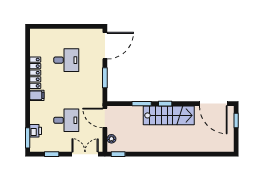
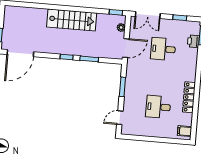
door: (105, 46) -> (120, 118), width x0.53
filing cabinet: (37, 95) -> (185, 131), moved
door: (213, 104) -> (20, 53), swing flipped
stairs: (169, 115) -> (72, 20), moved, turned 180
door: (105, 118) -> (126, 48), hinge flipped

